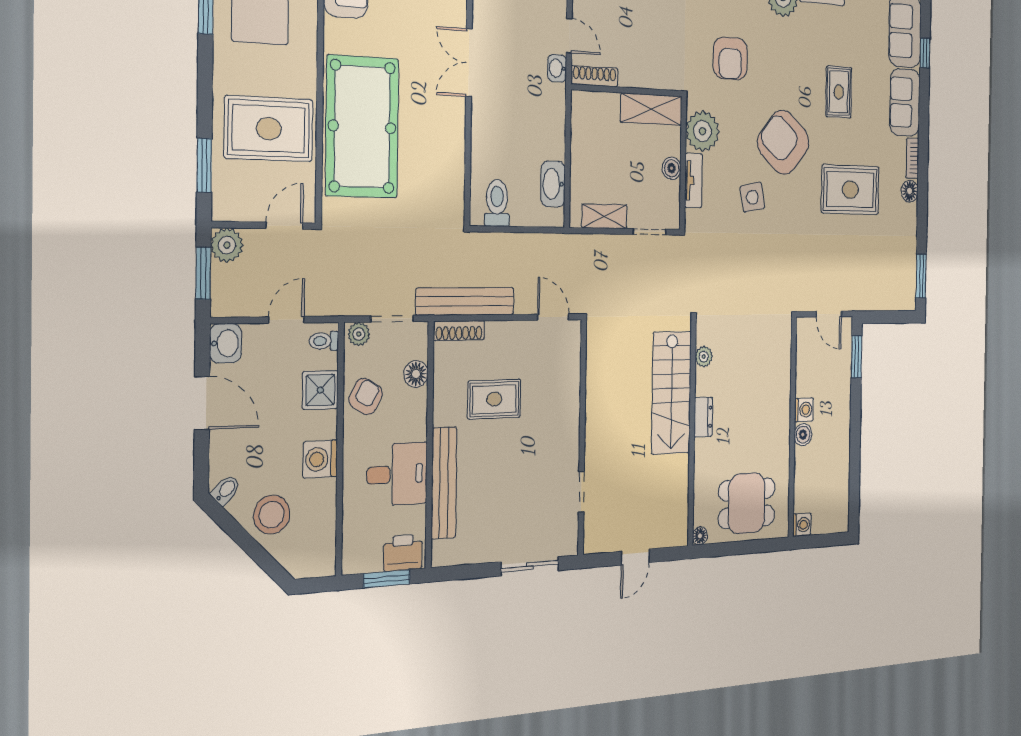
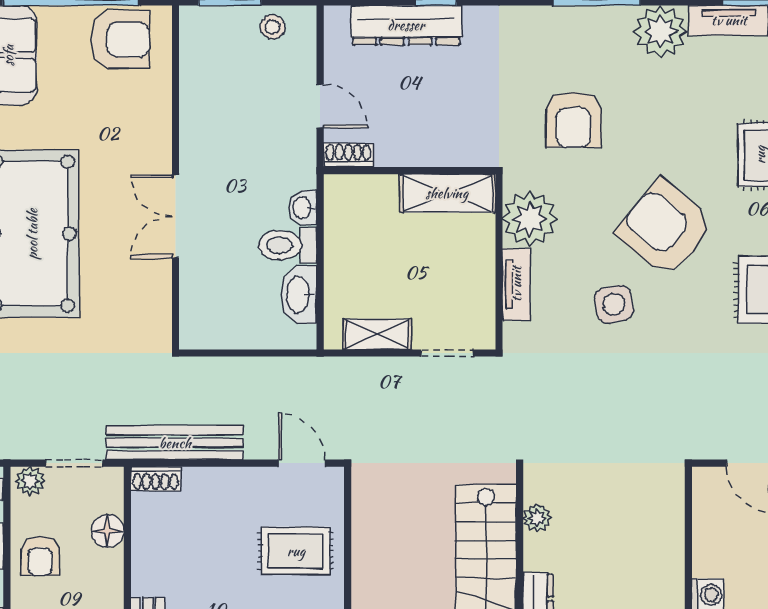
double door: (469, 63) -> (176, 216), moved
washbasin: (557, 68) -> (303, 208), moved
shoe rack: (594, 76) -> (348, 155), width x0.70
boiler: (672, 168) -> (481, 269), removed
toilet: (497, 203) -> (288, 245), moved, turned -90
shoe rack: (459, 331) -> (156, 479), width x0.70
armchair: (366, 396) -> (40, 556), turned 150
rug: (494, 399) -> (296, 551), moved

